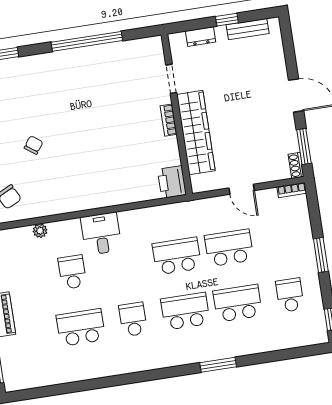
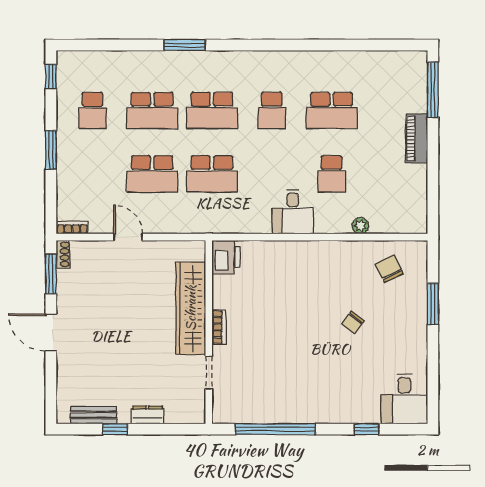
doorway: (171, 79) -> (209, 373), moved
wall: (177, 114) -> (209, 332), moved
bookcase: (169, 120) -> (219, 327), moved
wardrobe: (196, 133) -> (191, 308), moved
printer: (172, 182) -> (226, 257), moved

